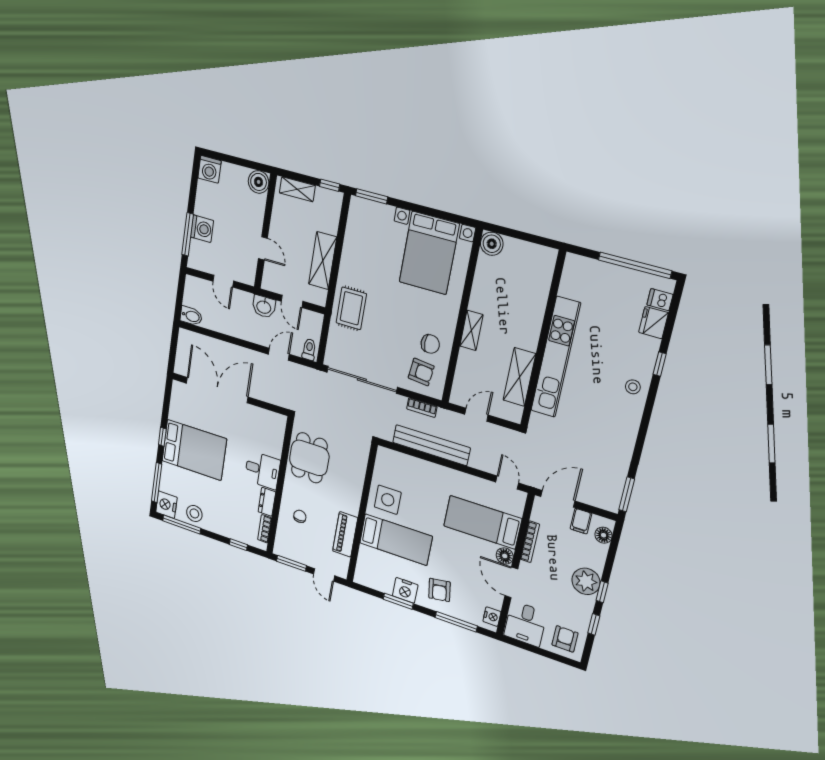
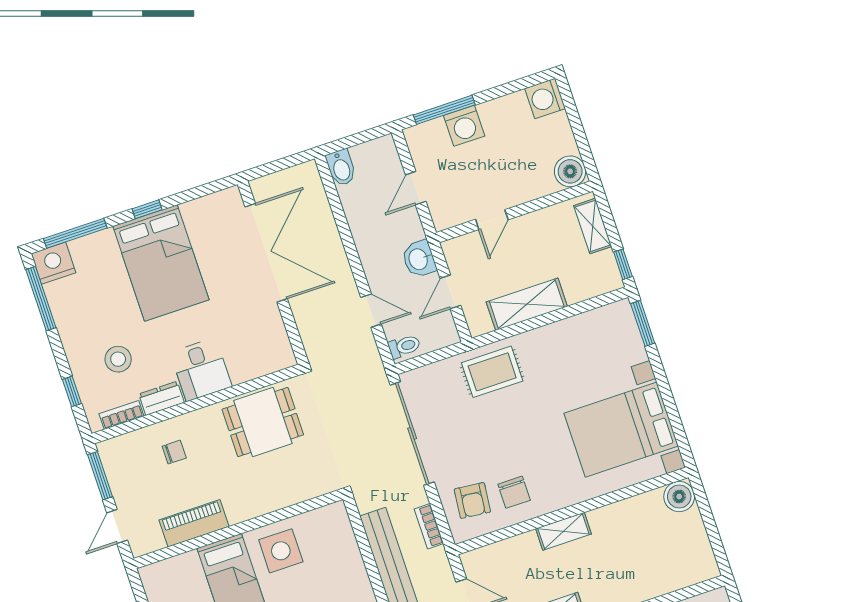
stool: (194, 513) -> (118, 359), moved

